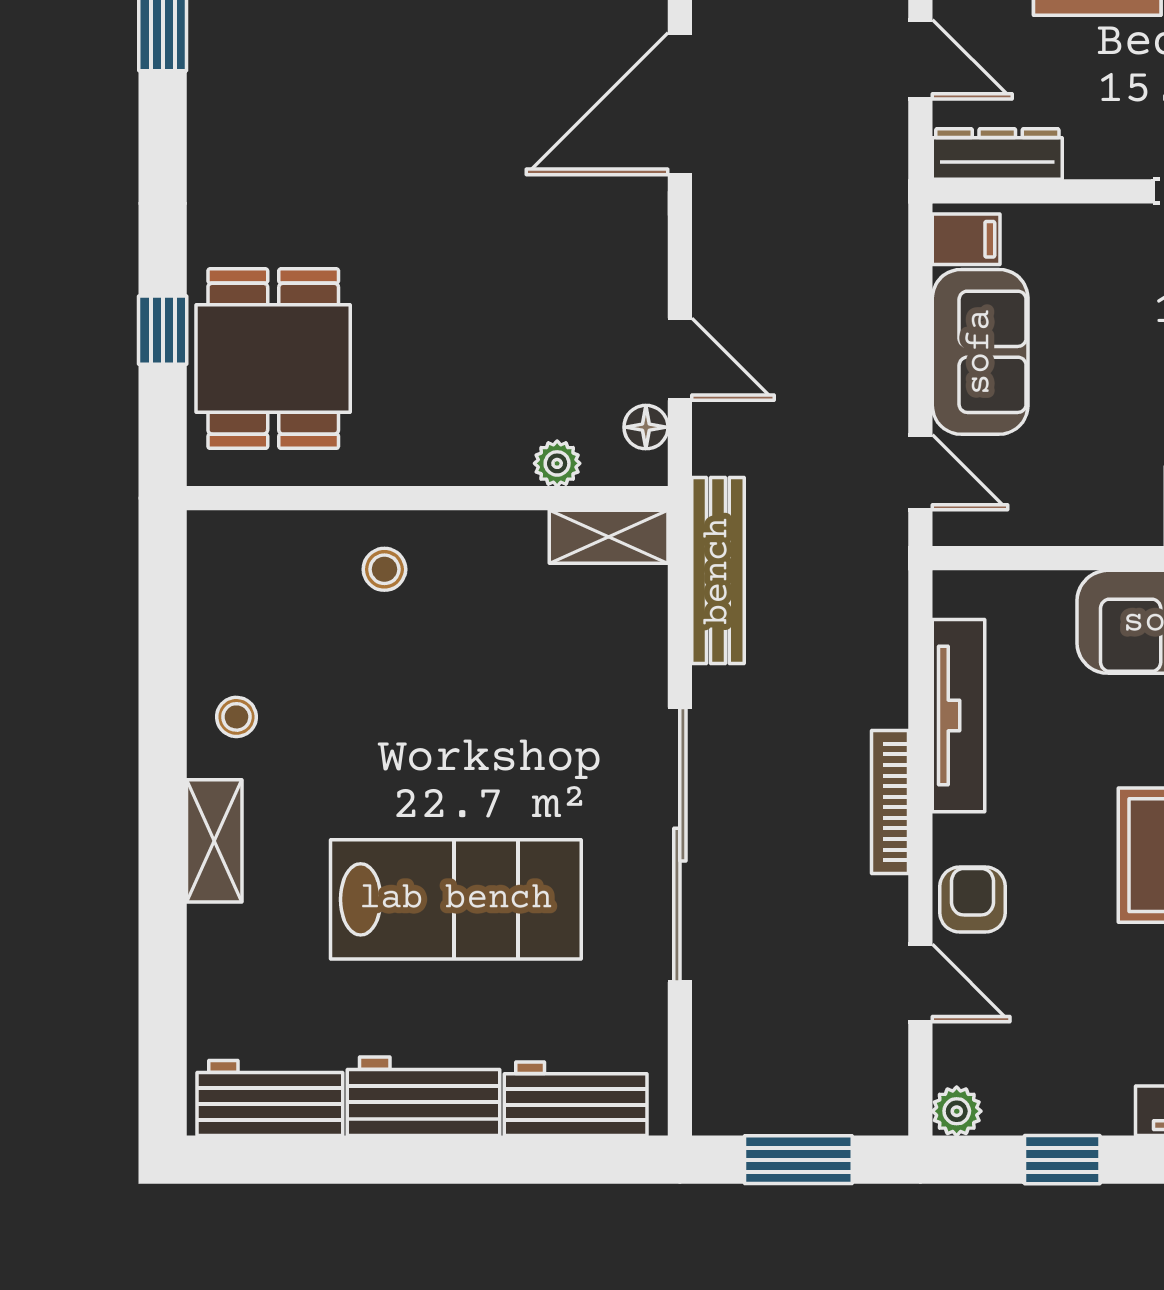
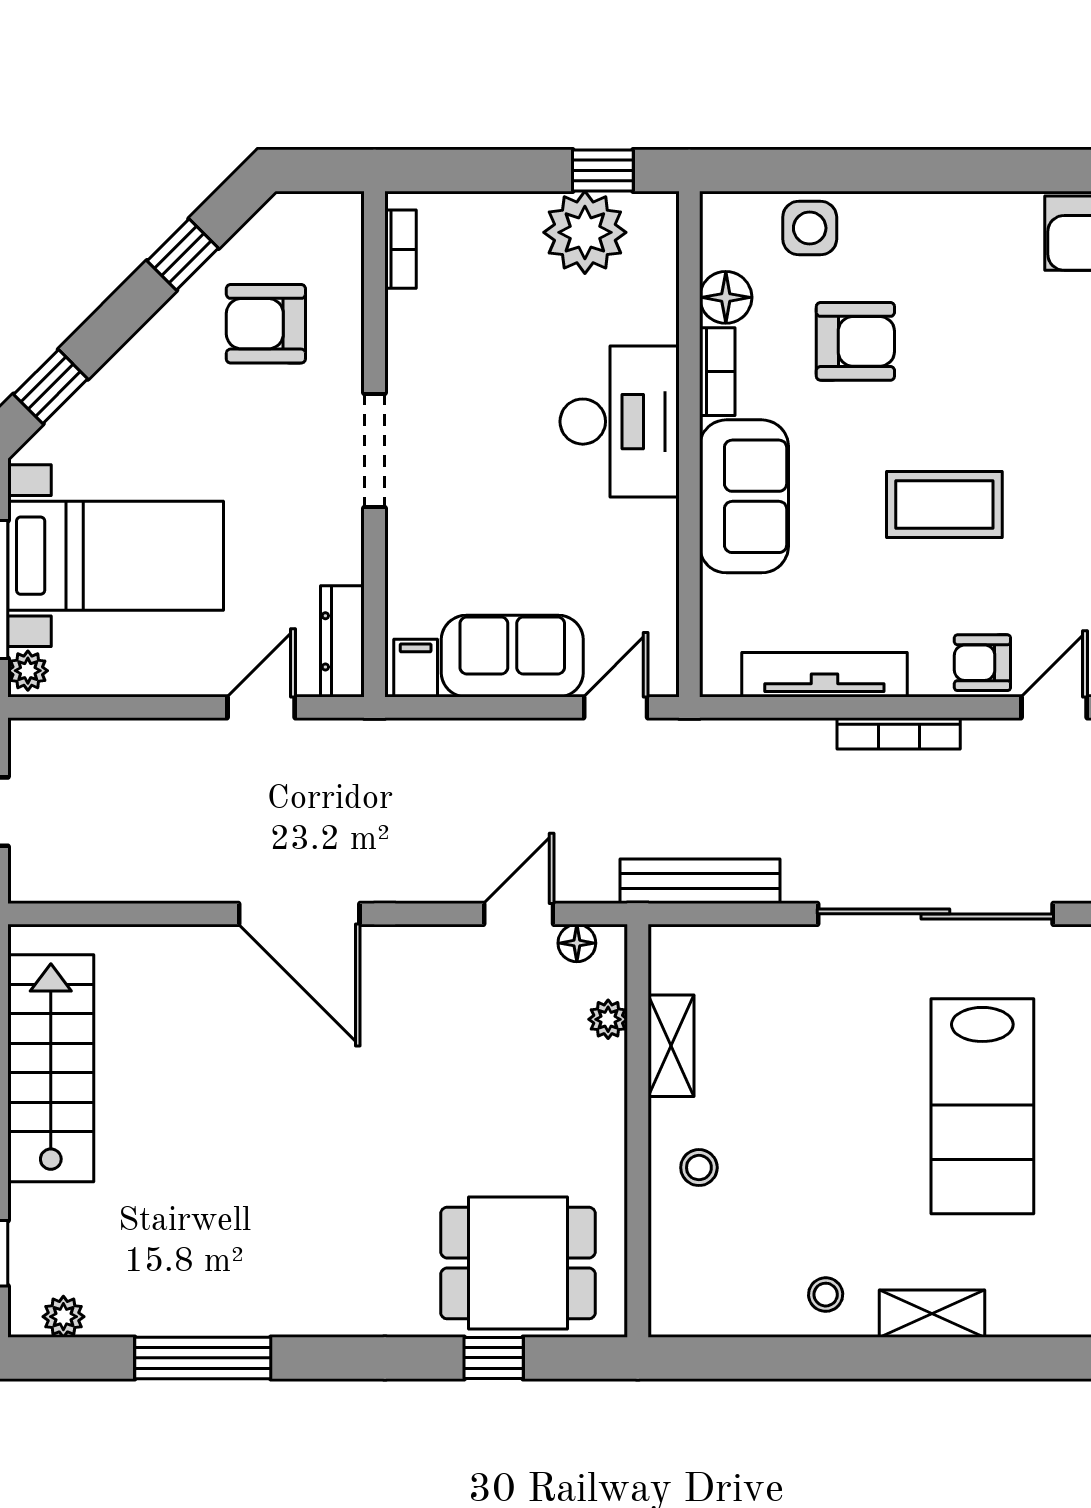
shelving: (609, 537) -> (671, 1046), moved
lab bench: (456, 899) -> (982, 1106), turned 180

